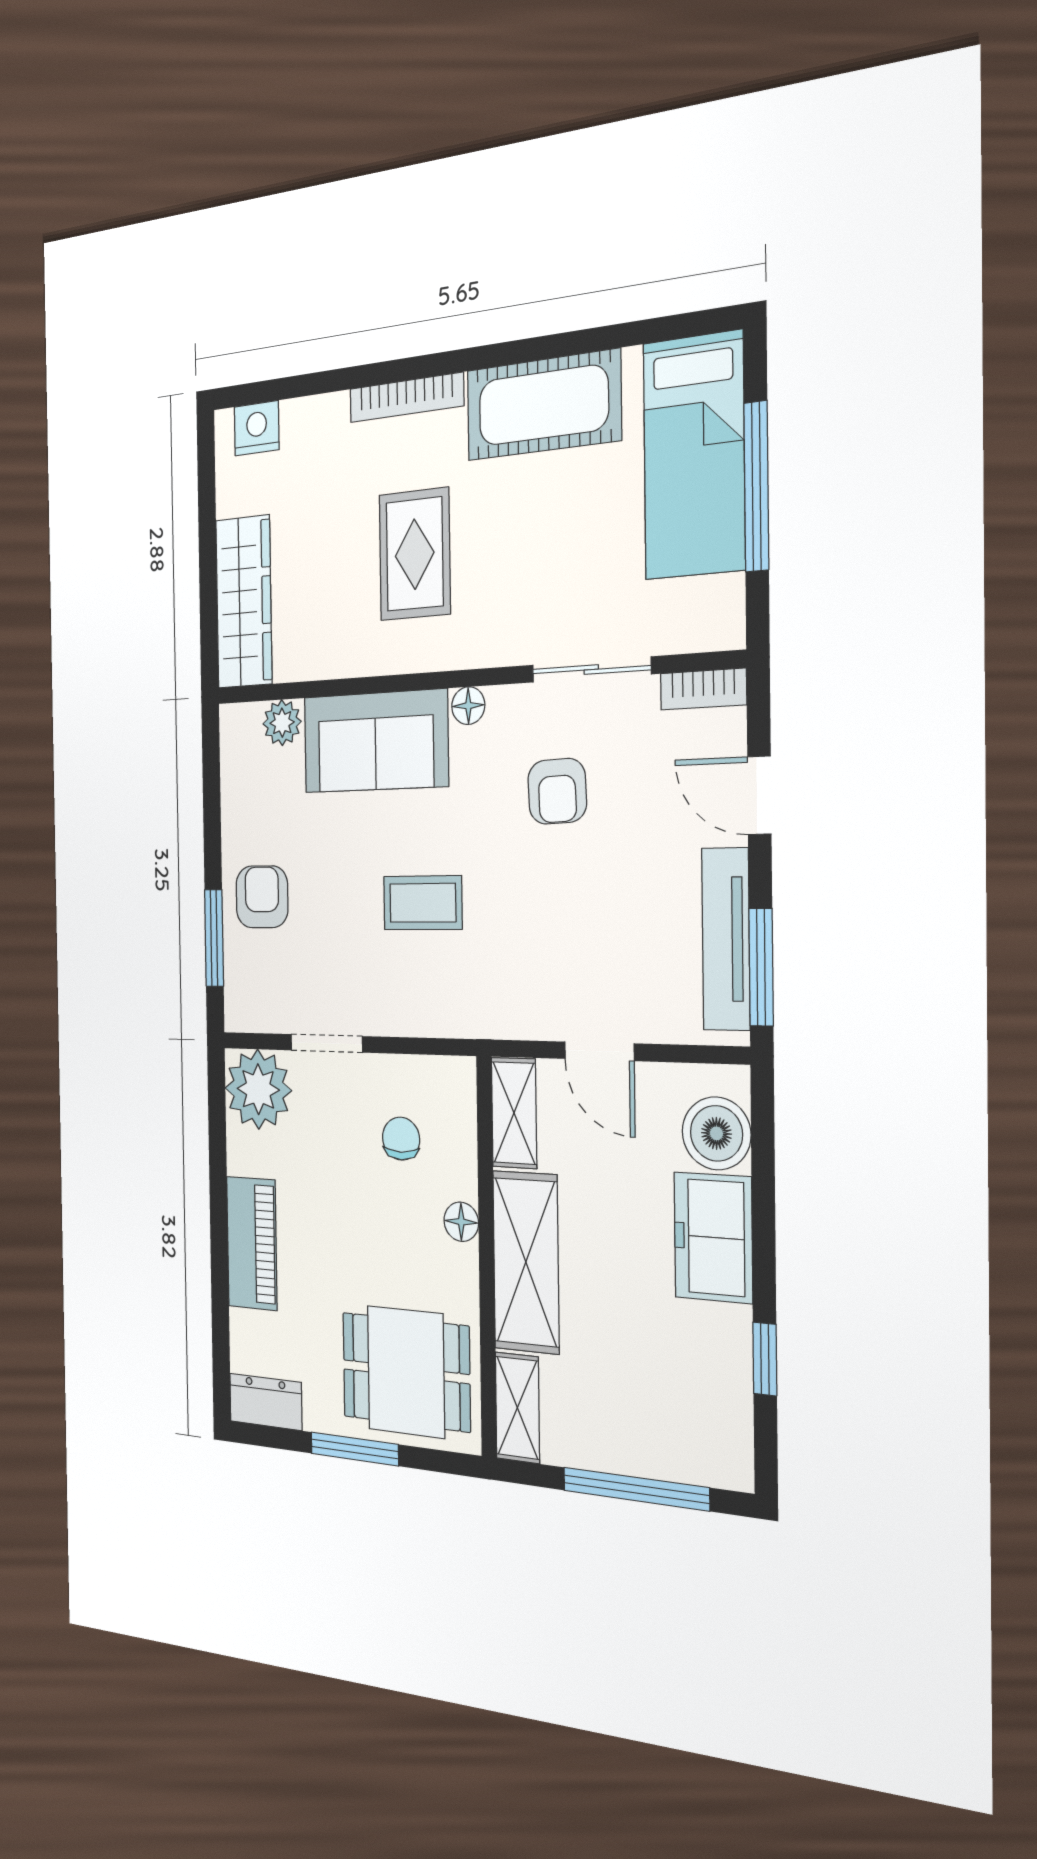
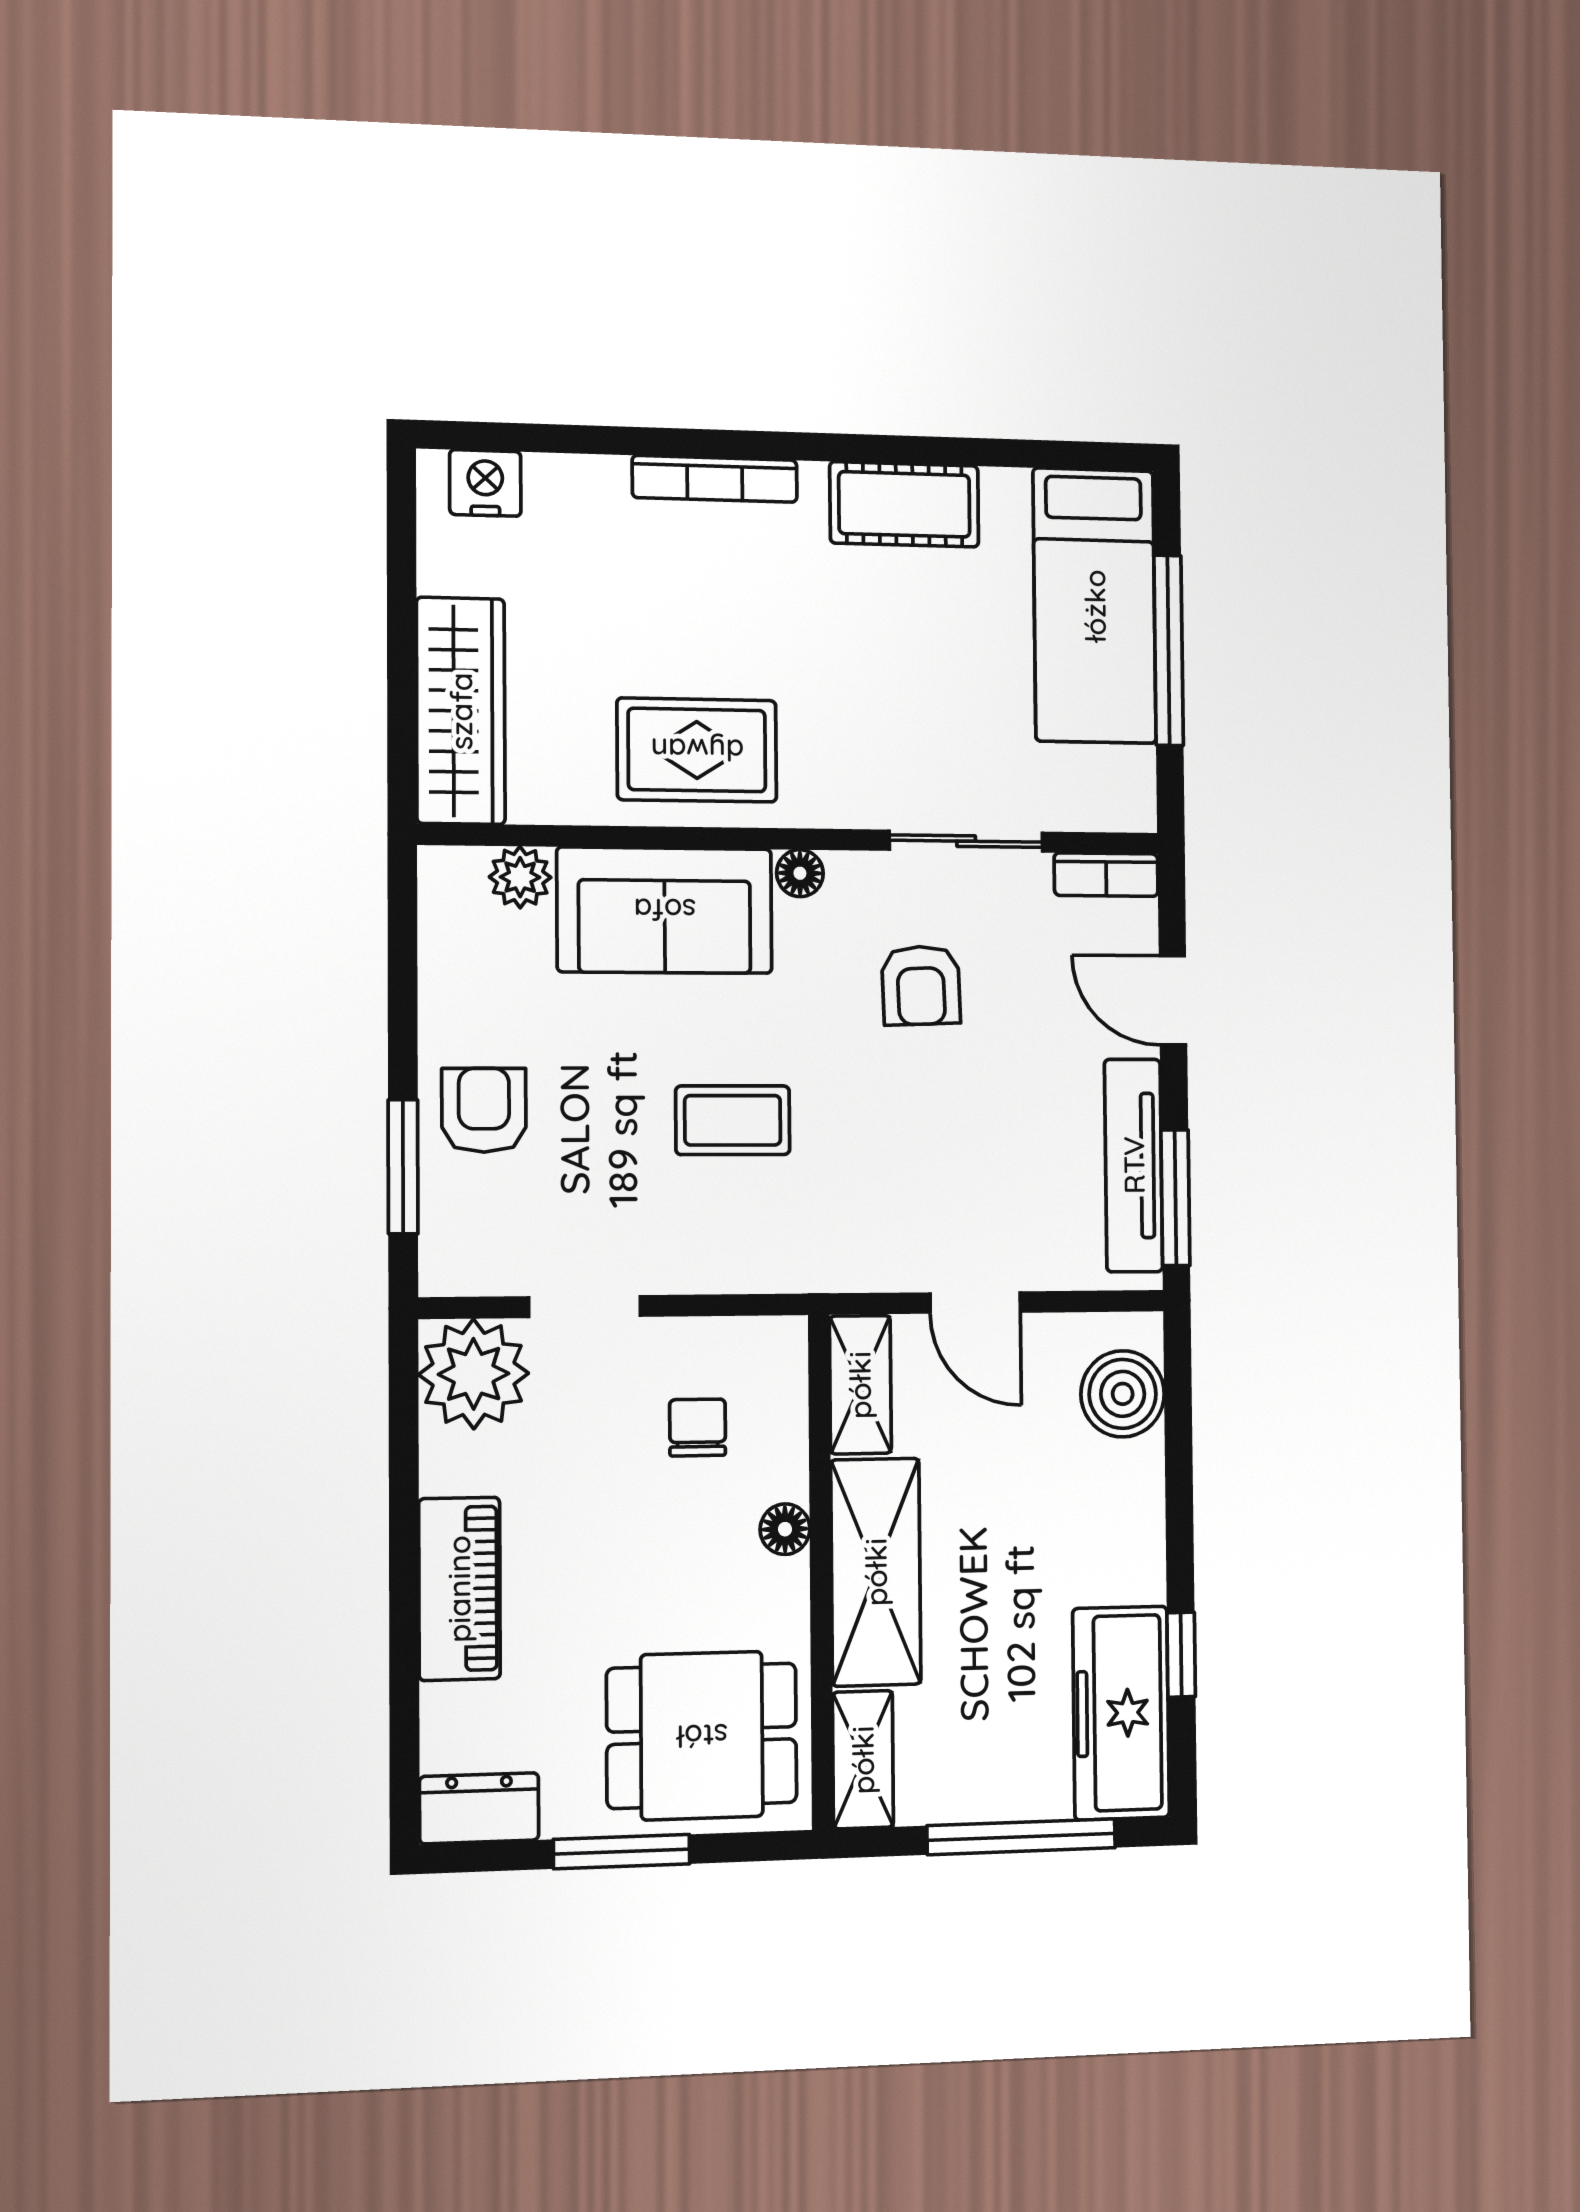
cot: (543, 405) -> (904, 504), width x0.73, depth x0.75
rug: (415, 554) -> (697, 750), moved, turned 90
freezer: (713, 1237) -> (1121, 1713), moved, width x1.40

